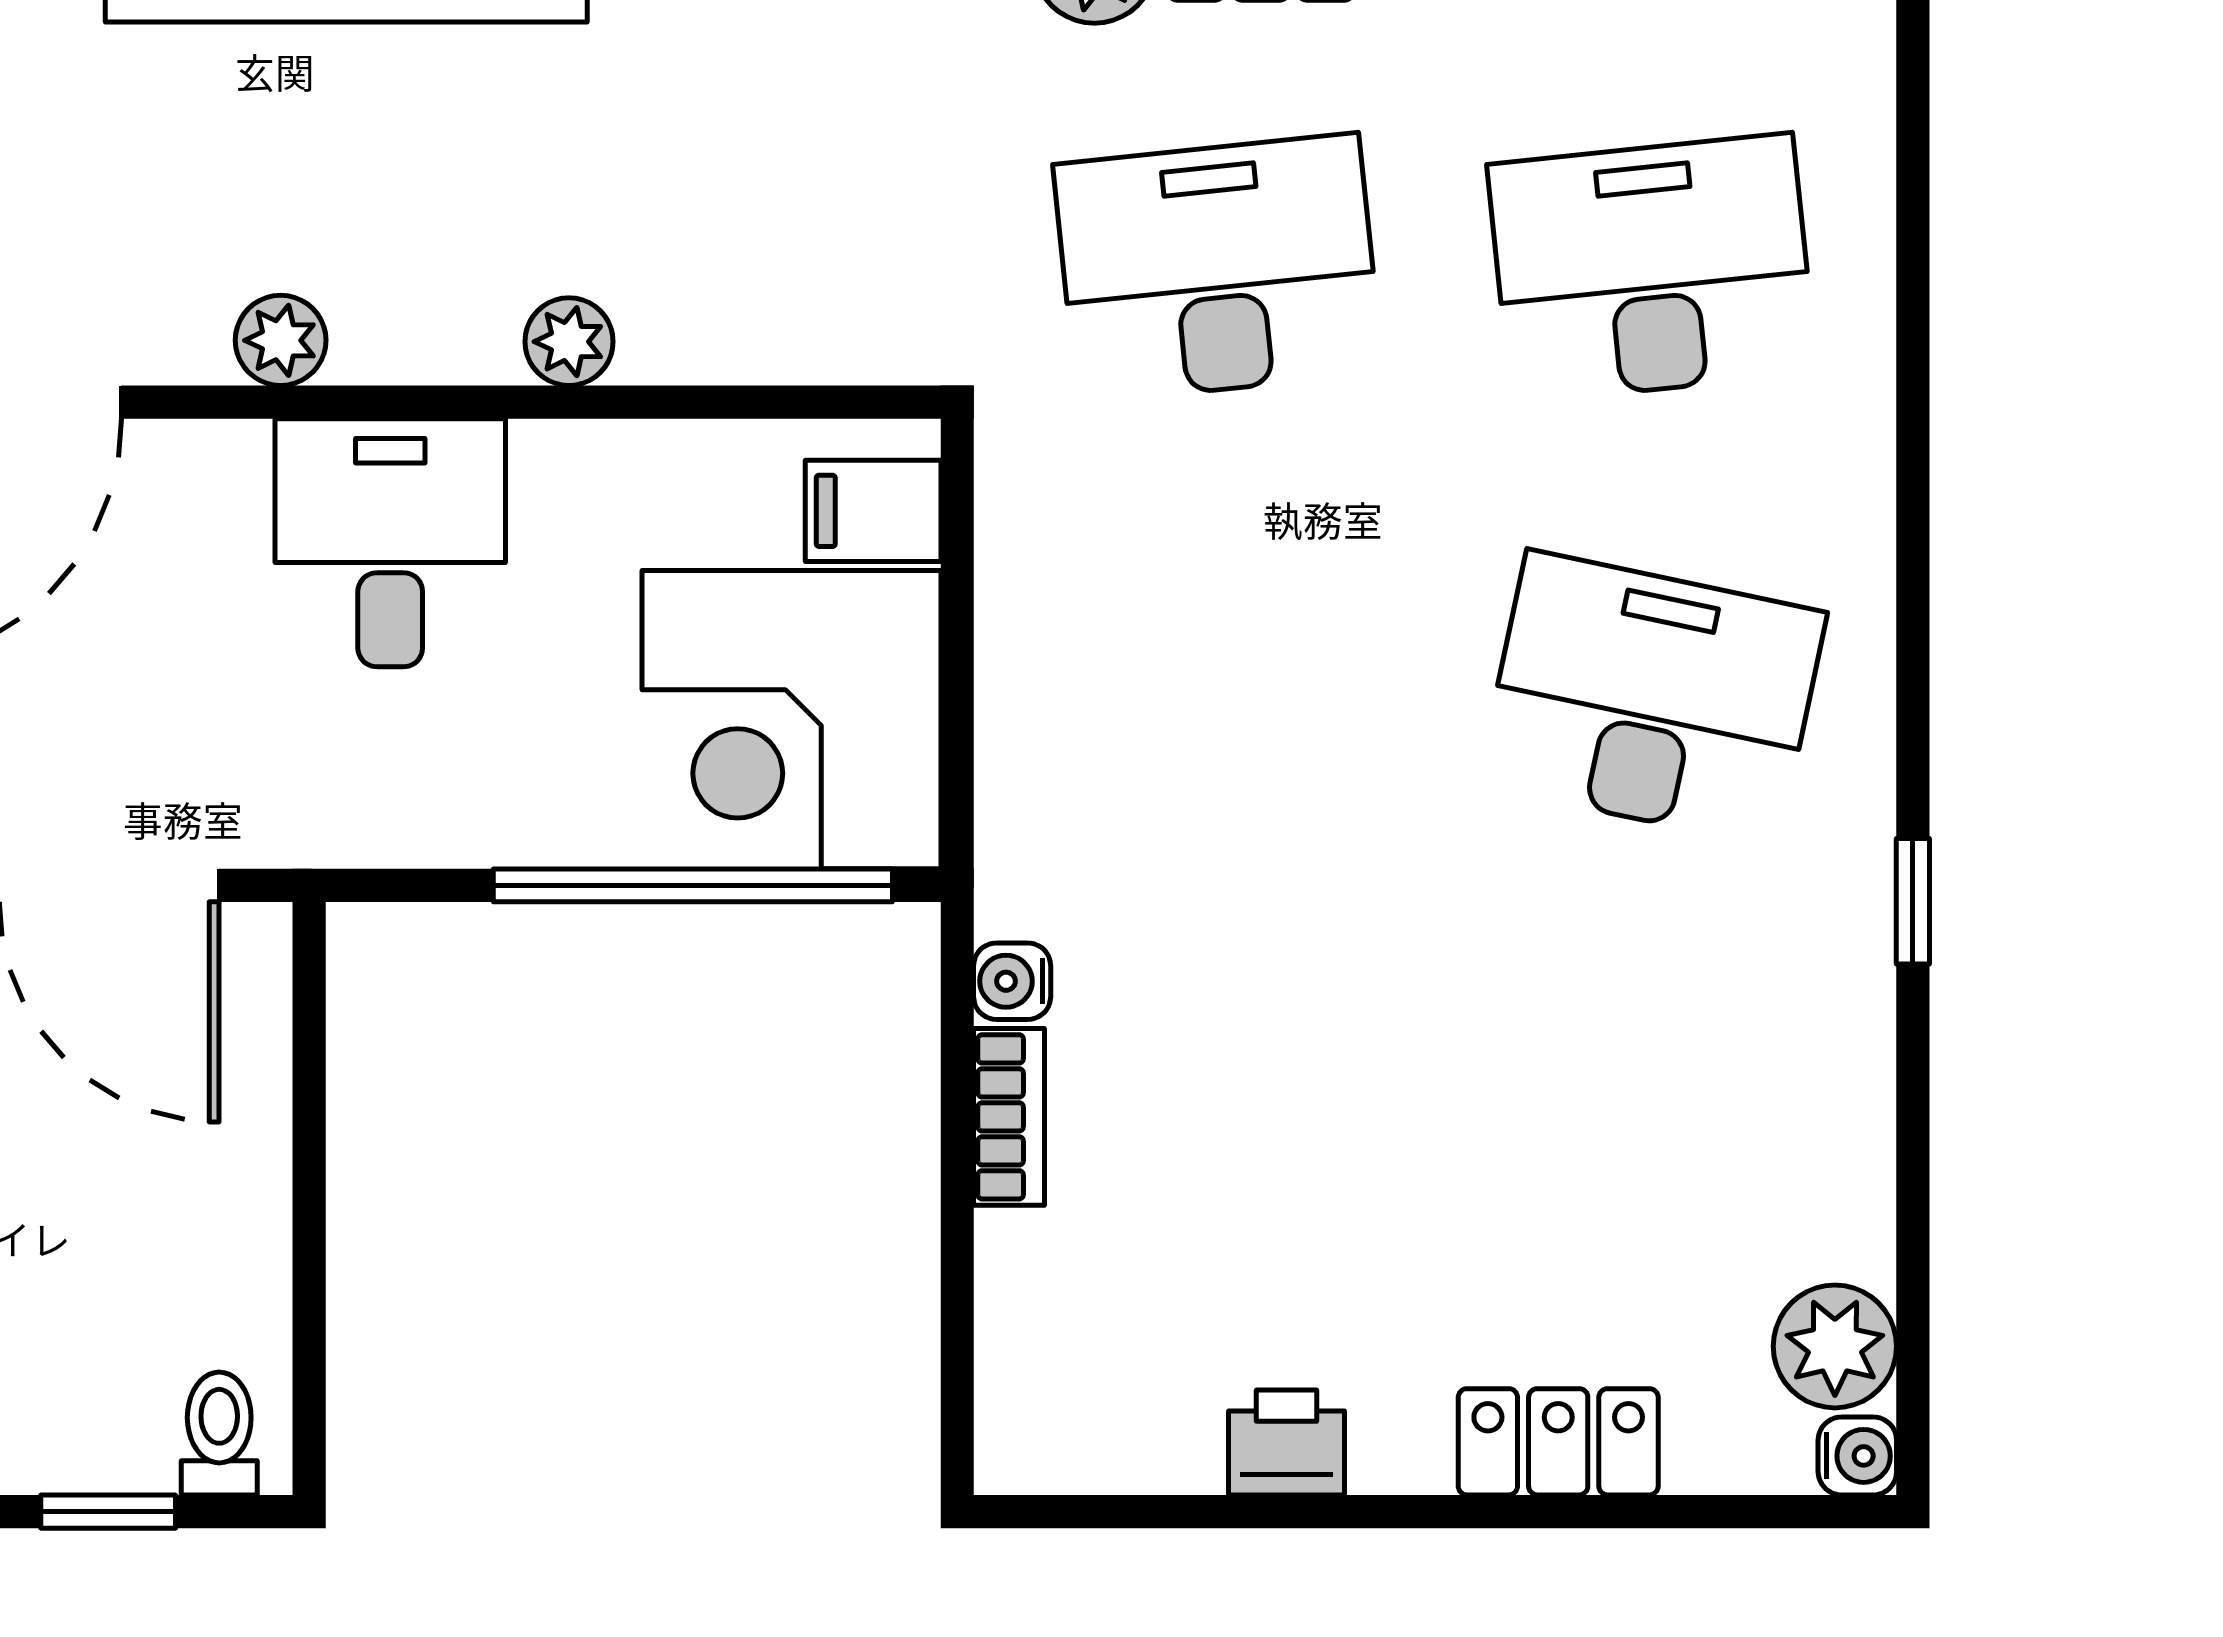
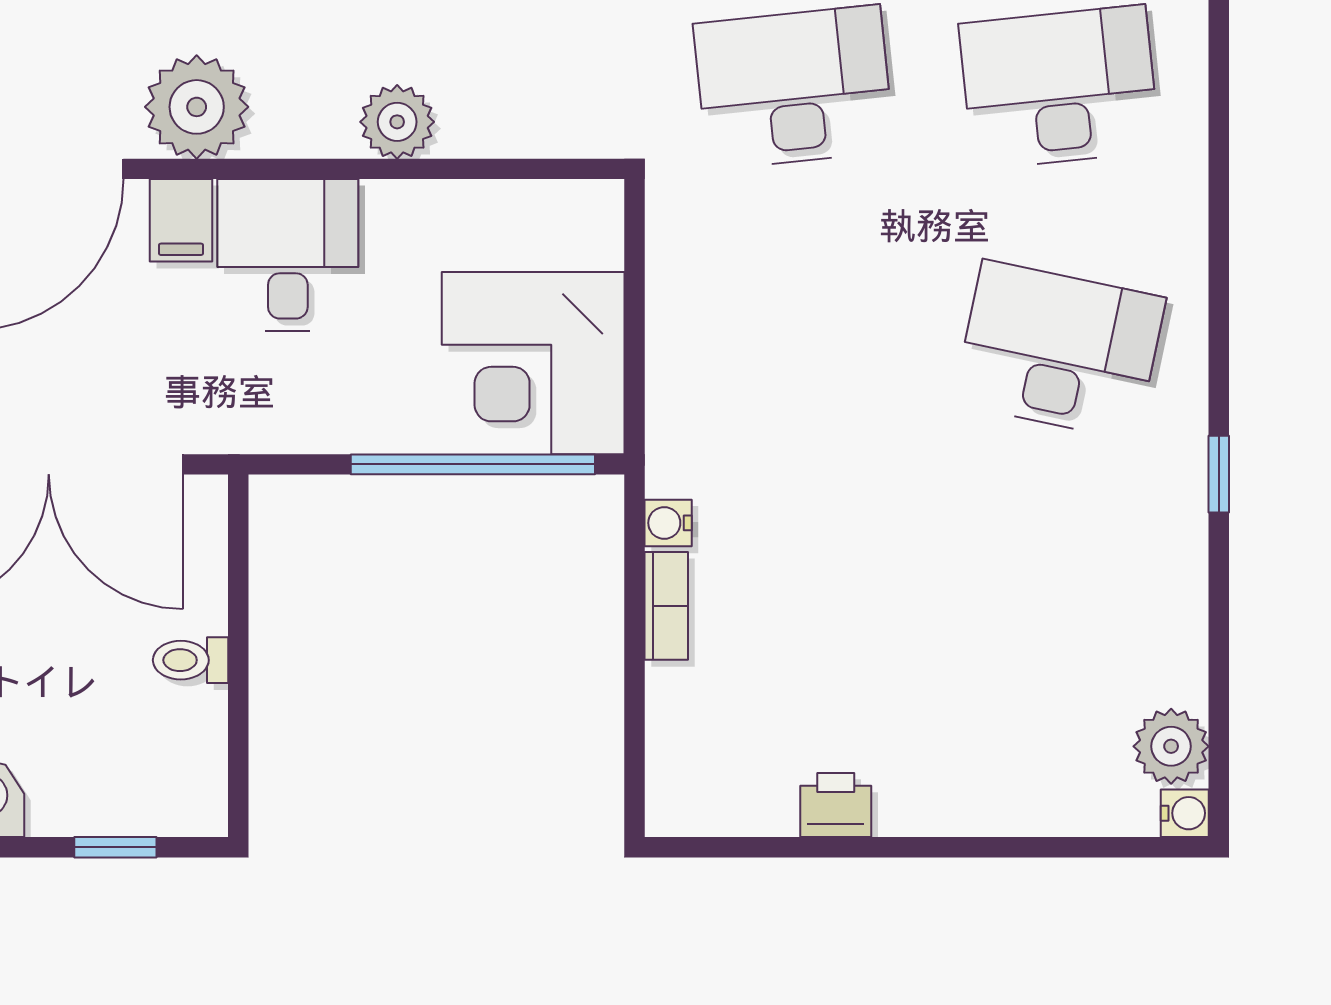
plant: (281, 340) -> (197, 107), width x1.87, depth x1.87
plant: (569, 342) -> (397, 122), width x1.38, depth x1.38
filing cabinet: (873, 511) -> (181, 220), moved, turned -90
toilet: (219, 1434) -> (191, 660), moved, turned -90
locker: (1558, 1442) -> (1002, 805), removed

